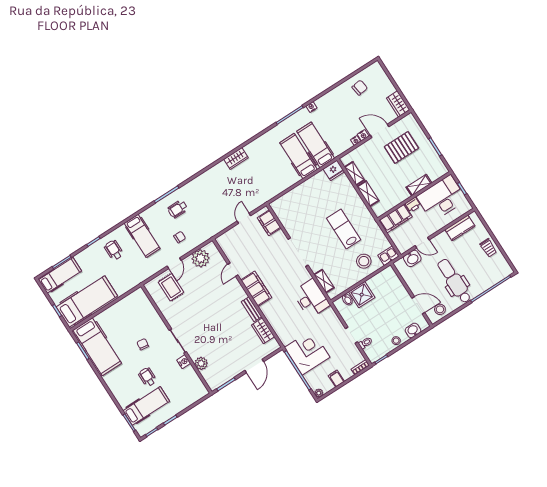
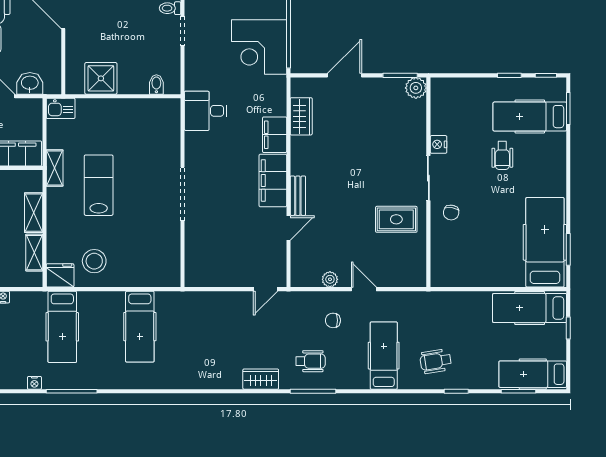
hospital bed: (299, 156) -> (140, 327), moved
wardrobe: (236, 158) -> (261, 379), moved
door: (244, 218) -> (265, 289), moved
filing cabinet: (269, 223) -> (275, 135), moved, turned 180
lab bench: (344, 229) -> (99, 185), turned 180
wheelchair: (114, 250) -> (436, 361), turned 81
plant: (201, 258) -> (330, 279), width x0.53, depth x0.53
stool: (364, 261) -> (94, 261), moved
door: (174, 263) -> (364, 289), hinge flipped
shelving: (324, 281) -> (55, 168), moved
rug: (171, 287) -> (396, 219), moved, turned 90
shower: (362, 295) -> (101, 78), moved
desk: (311, 298) -> (206, 111), width x0.73
hospital bed: (87, 301) -> (530, 308), width x0.73, depth x0.78
bench: (251, 309) -> (298, 196), moved
chair: (143, 344) -> (451, 213), moved
plant: (201, 363) -> (416, 88), moved

